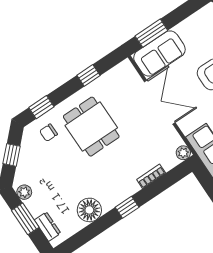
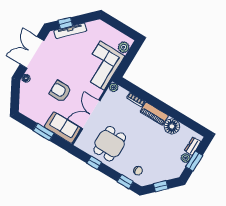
window: (151, 33) -> (44, 132), moved
dining table: (91, 127) -> (110, 144), moved
plant: (24, 192) -> (186, 158), moved
piano: (119, 193) -> (154, 114), added
window: (127, 207) -> (160, 105), removed

